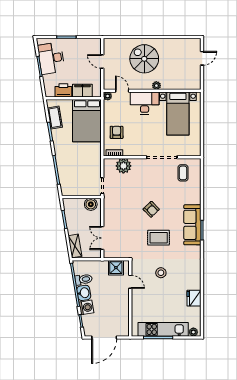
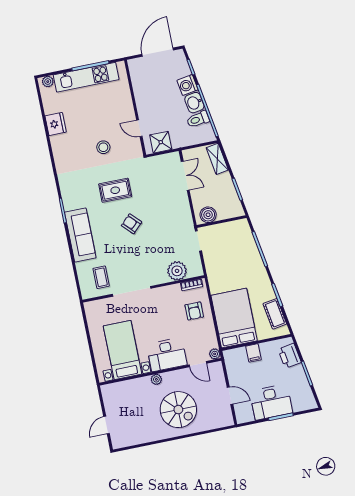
desk: (51, 58) -> (271, 402), moved, turned 99
printer: (63, 90) -> (290, 356), moved, turned 81
filing cabinet: (82, 91) -> (253, 353), width x0.50
sofa: (192, 225) -> (80, 235), moved

